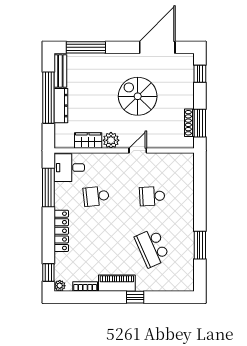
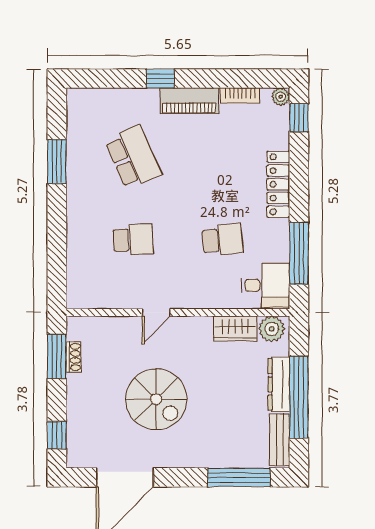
shoe rack: (189, 123) -> (74, 357), width x0.70
plant: (111, 140) -> (272, 329), moved

